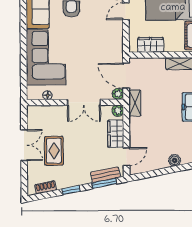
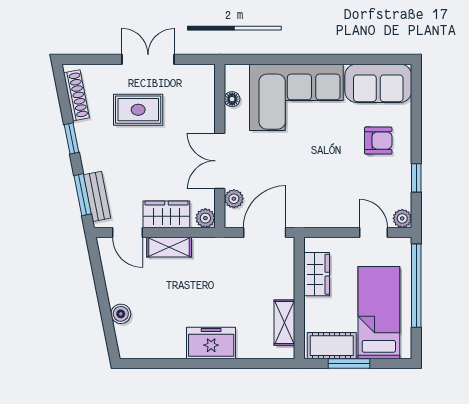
plant: (118, 94) -> (234, 199), moved
shelving: (135, 103) -> (169, 247), moved
double door: (24, 145) -> (148, 59), swing flipped
shoe rack: (46, 187) -> (76, 95), width x1.43

